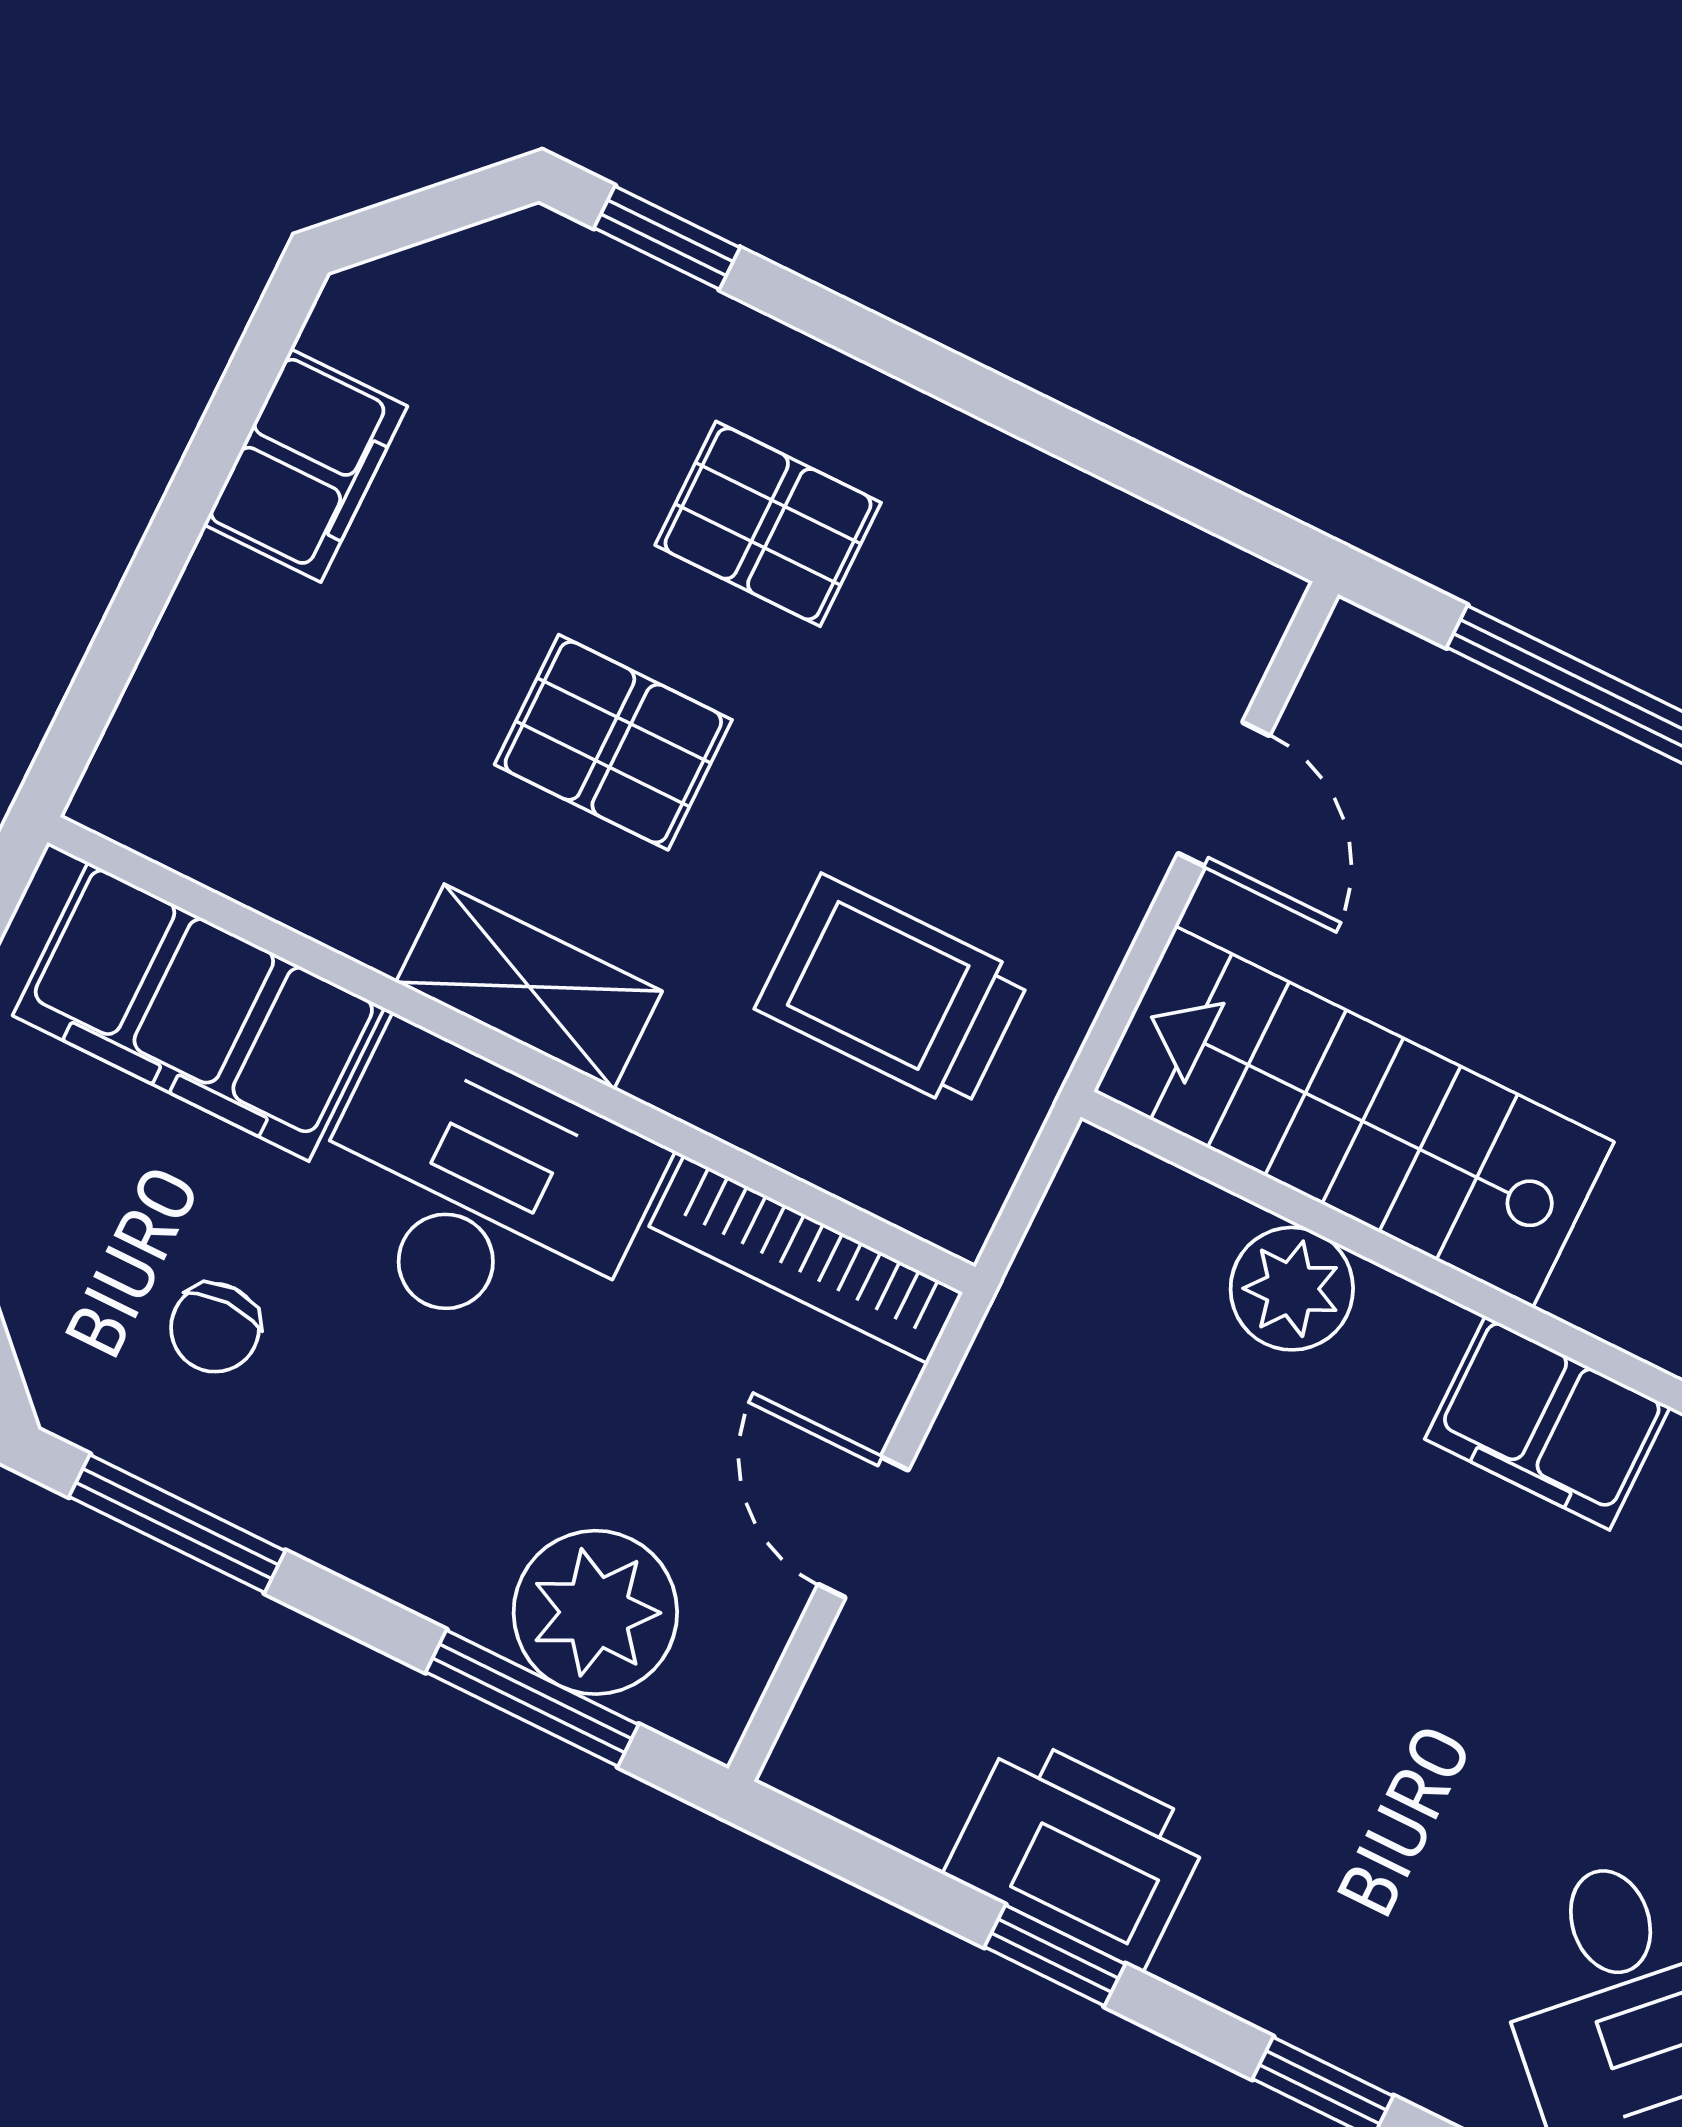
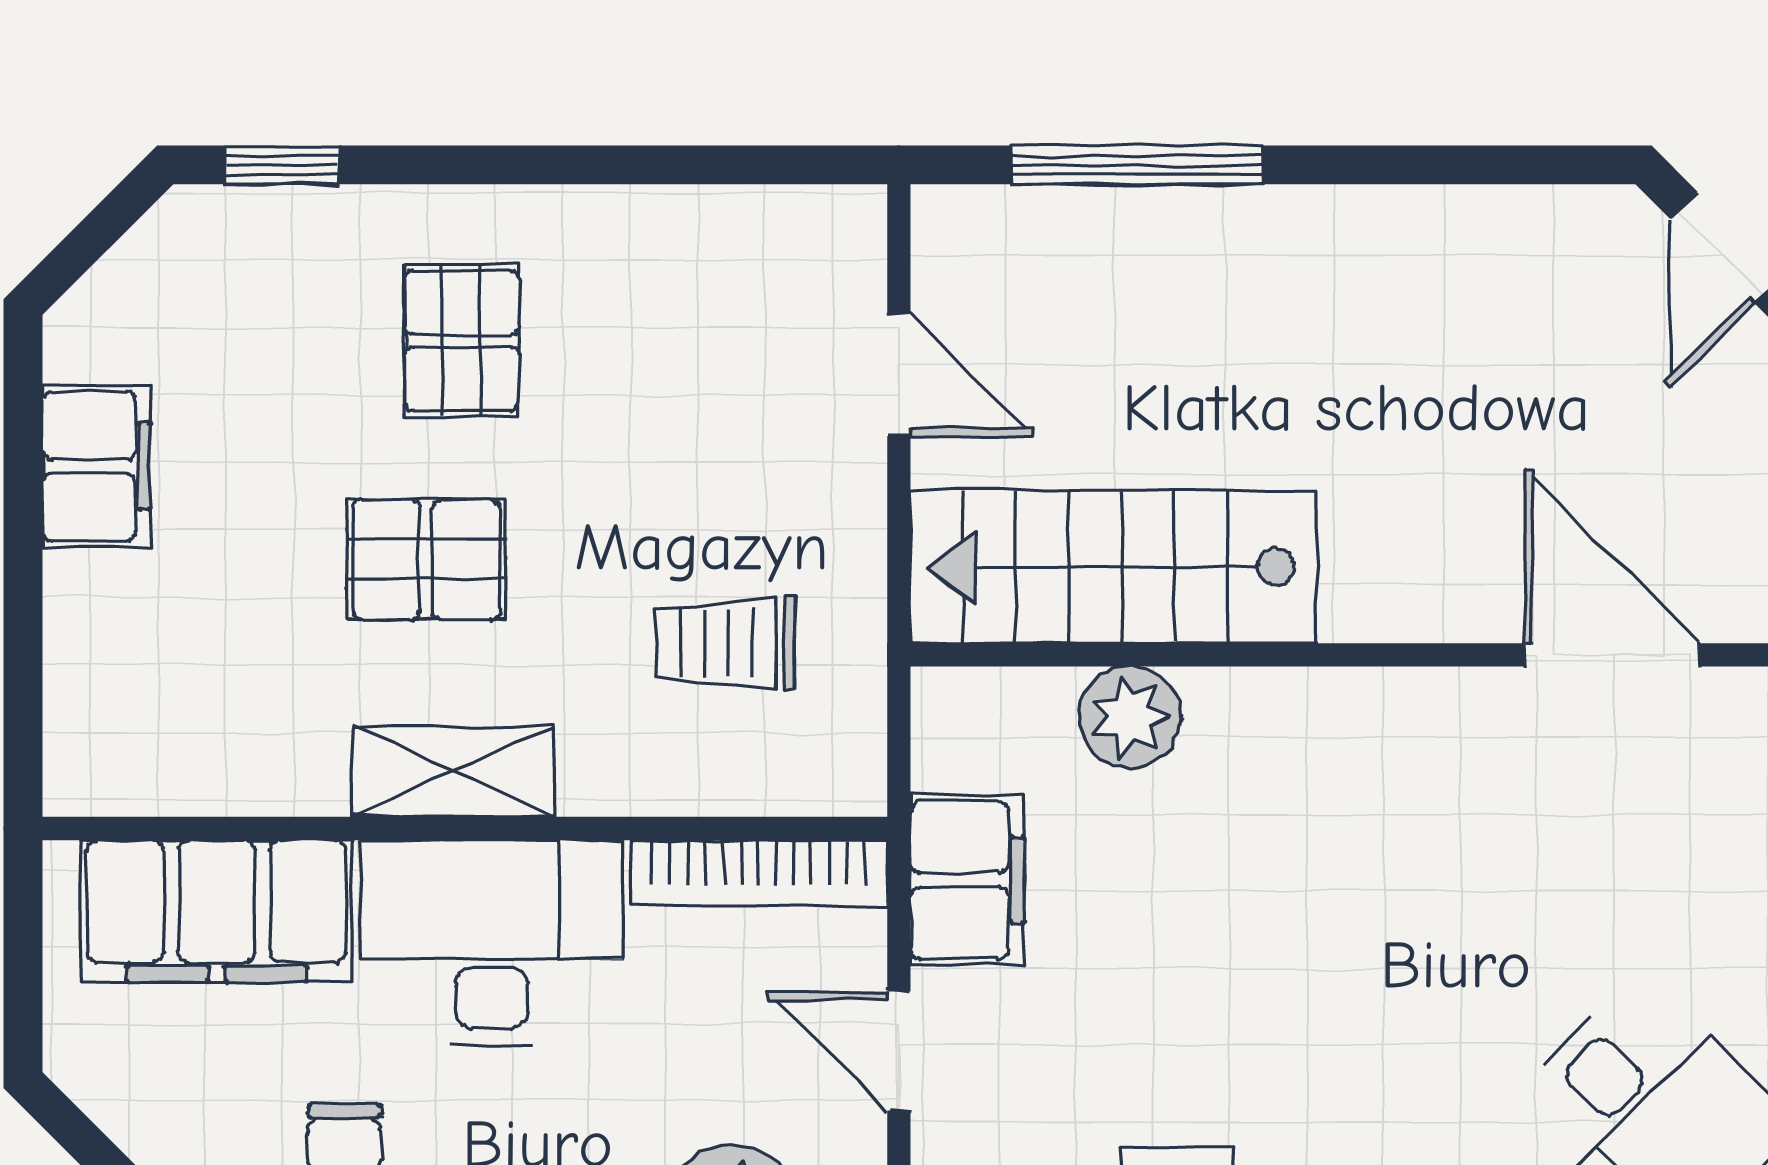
pallet: (768, 524) -> (461, 341), turned 90
trolley: (893, 993) -> (726, 643), width x0.73, depth x0.72
filing cabinet: (1548, 1423) -> (967, 880), moved, turned -90

